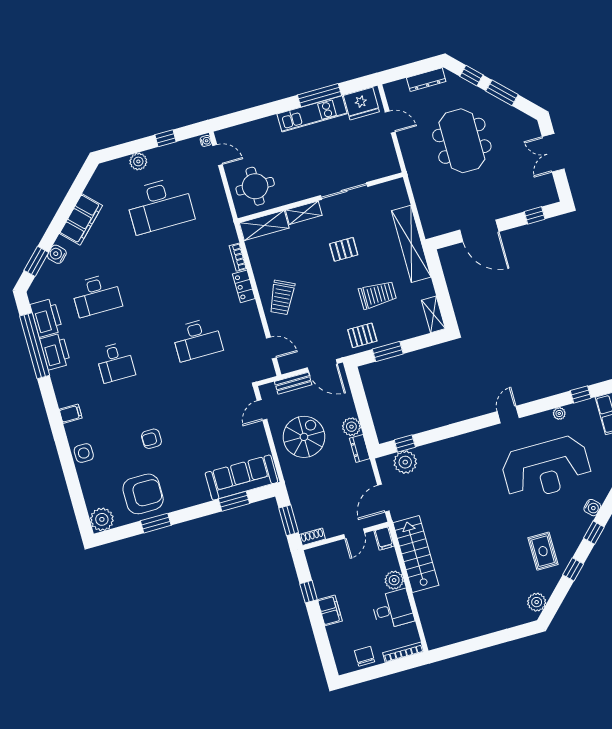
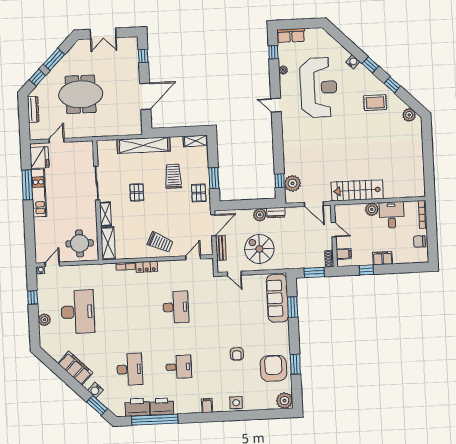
filing cabinet: (384, 538) -> (344, 254), moved

